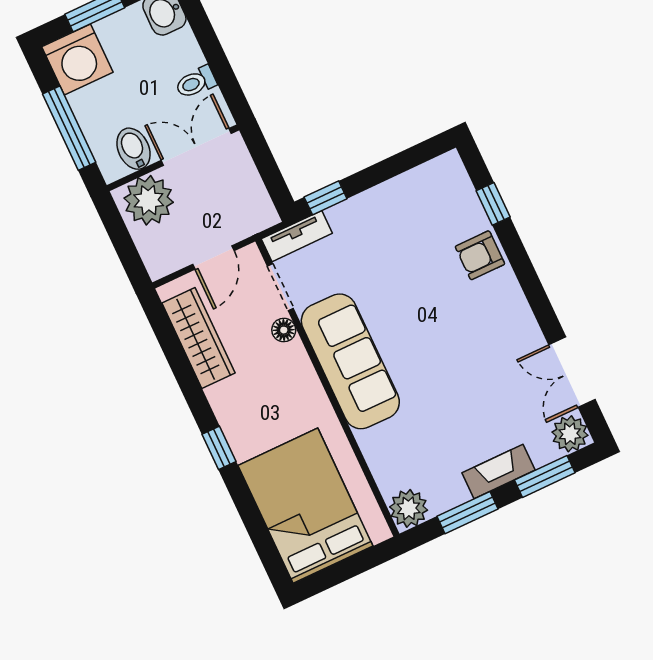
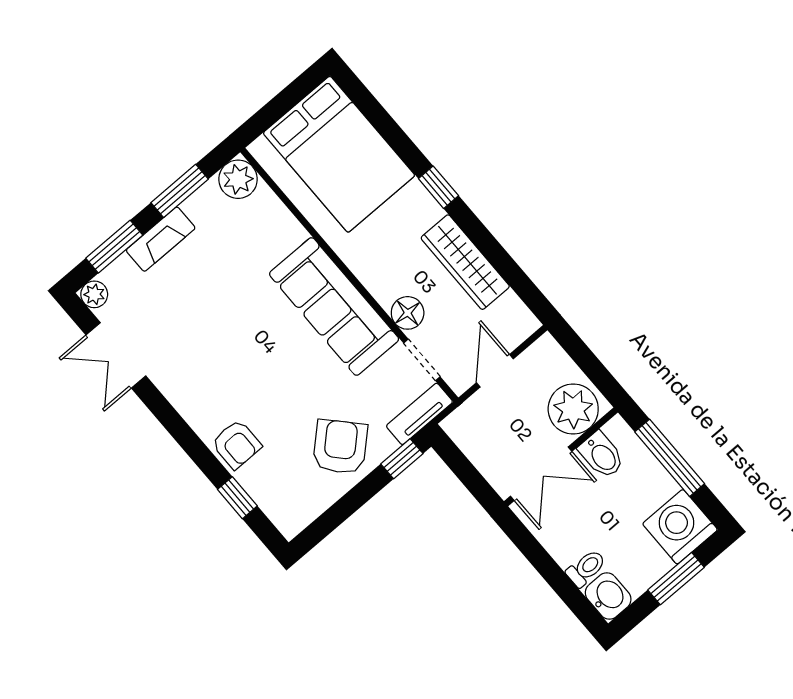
toilet: (196, 82) -> (586, 568), moved
armchair: (381, 226) -> (340, 447), added
armchair: (480, 255) -> (236, 444), turned 90
floor lamp: (284, 330) -> (408, 313), width x1.37, depth x1.37
wardrobe: (198, 338) -> (465, 262), moved
double door: (572, 372) -> (116, 355), swing flipped
plant: (570, 434) -> (94, 294), width x0.73, depth x0.73

